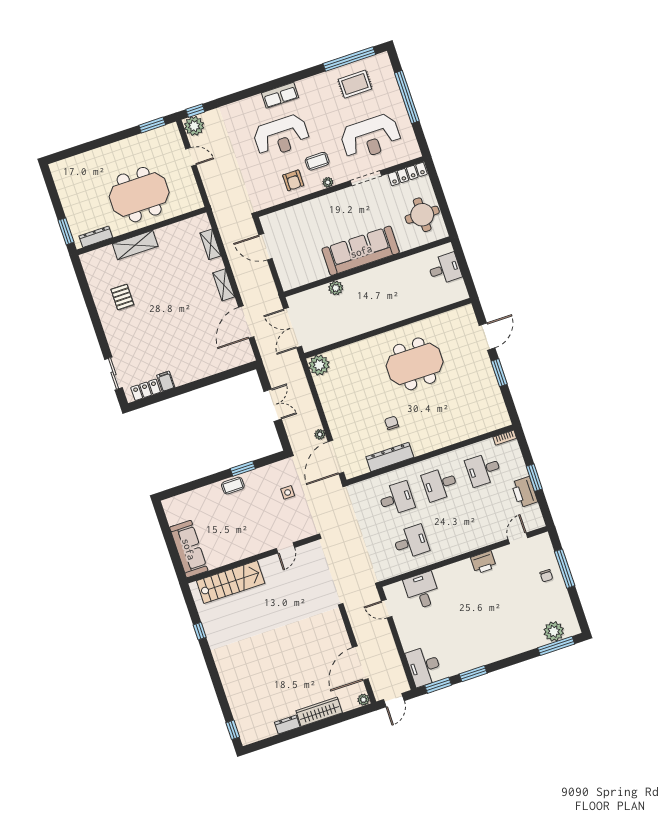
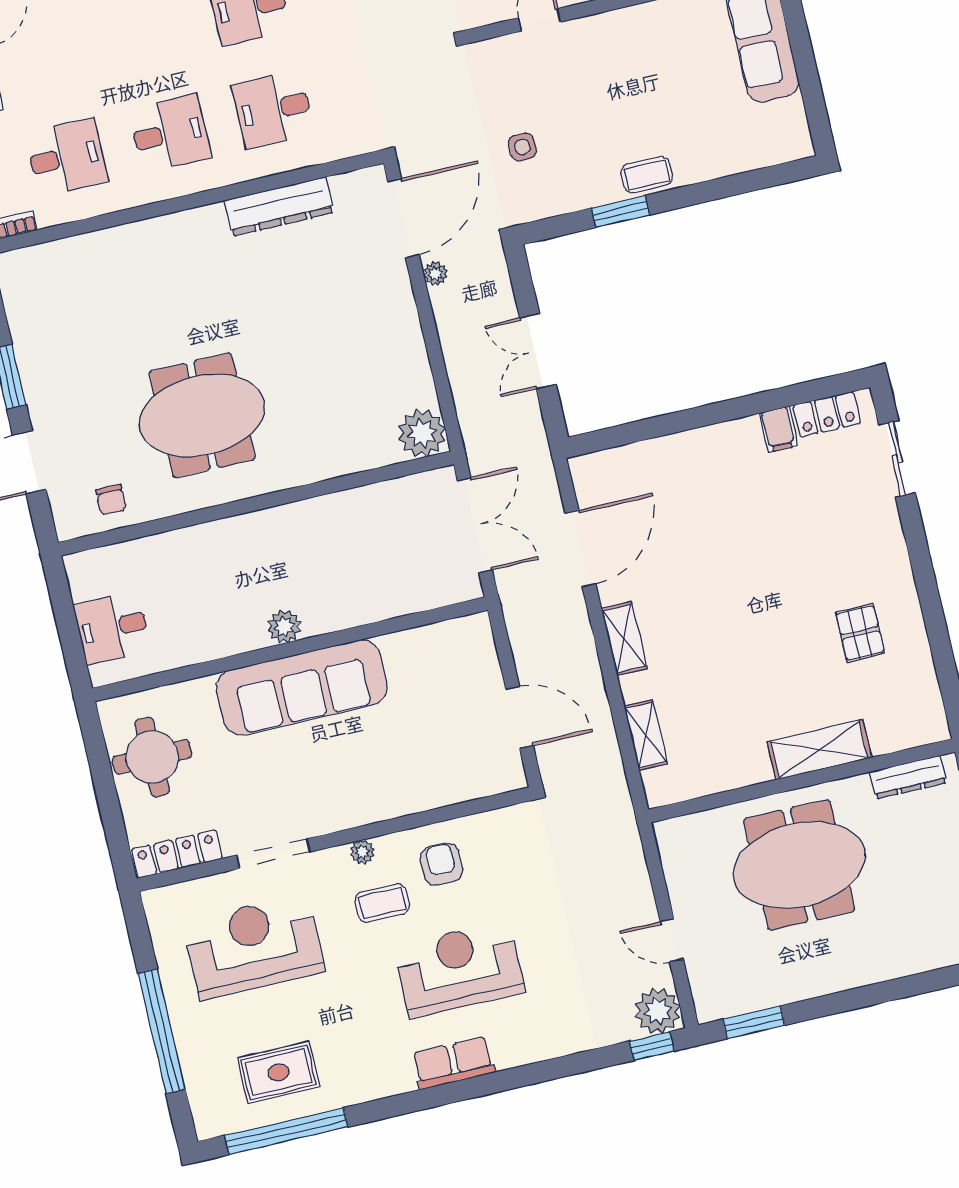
plant: (336, 288) -> (284, 626), moved
chair: (392, 423) -> (111, 500), moved

